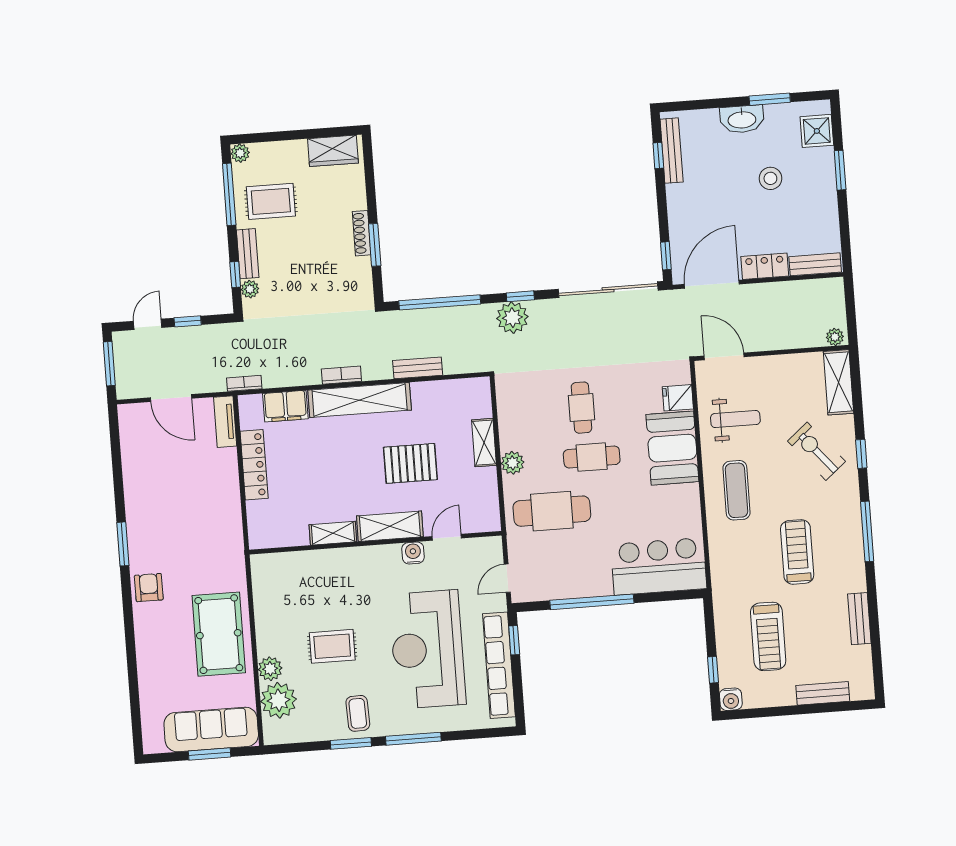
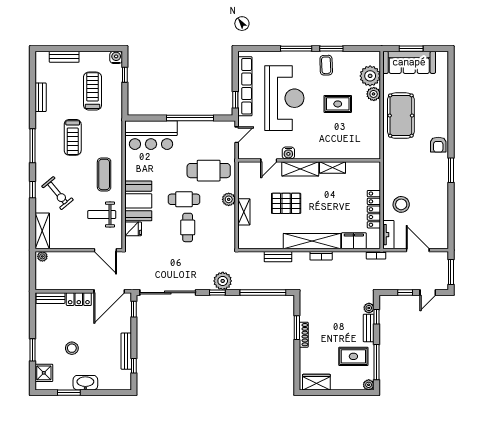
bench: (672, 151) -> (126, 351), moved
stool: (206, 477) -> (401, 204), added

